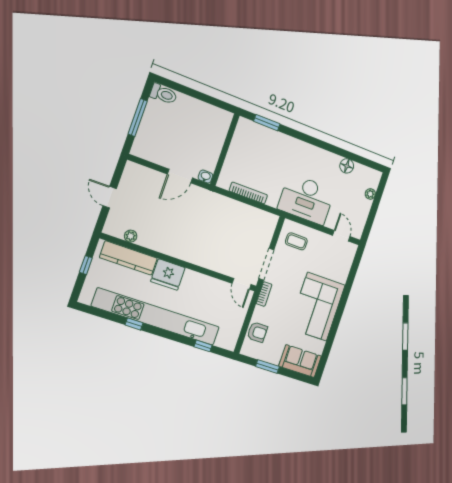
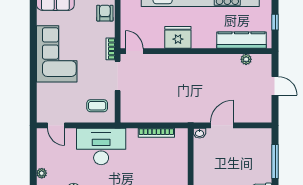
fridge: (168, 275) -> (178, 37), moved
armchair: (257, 332) -> (105, 13), turned 90

